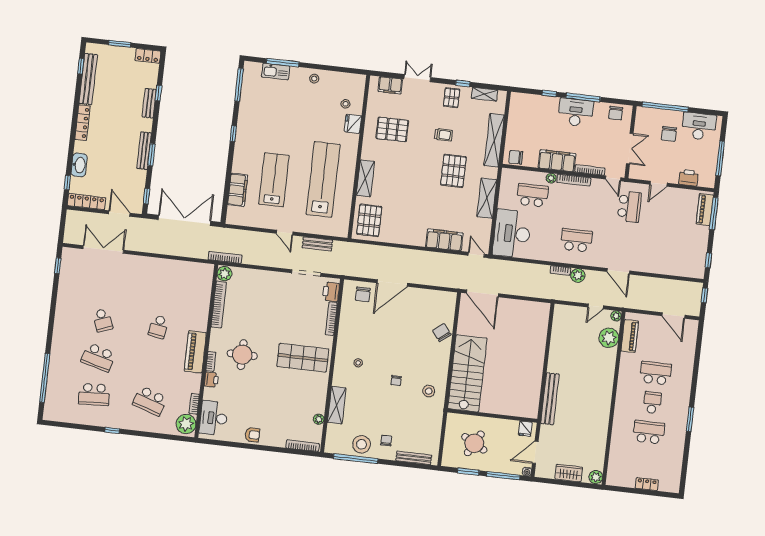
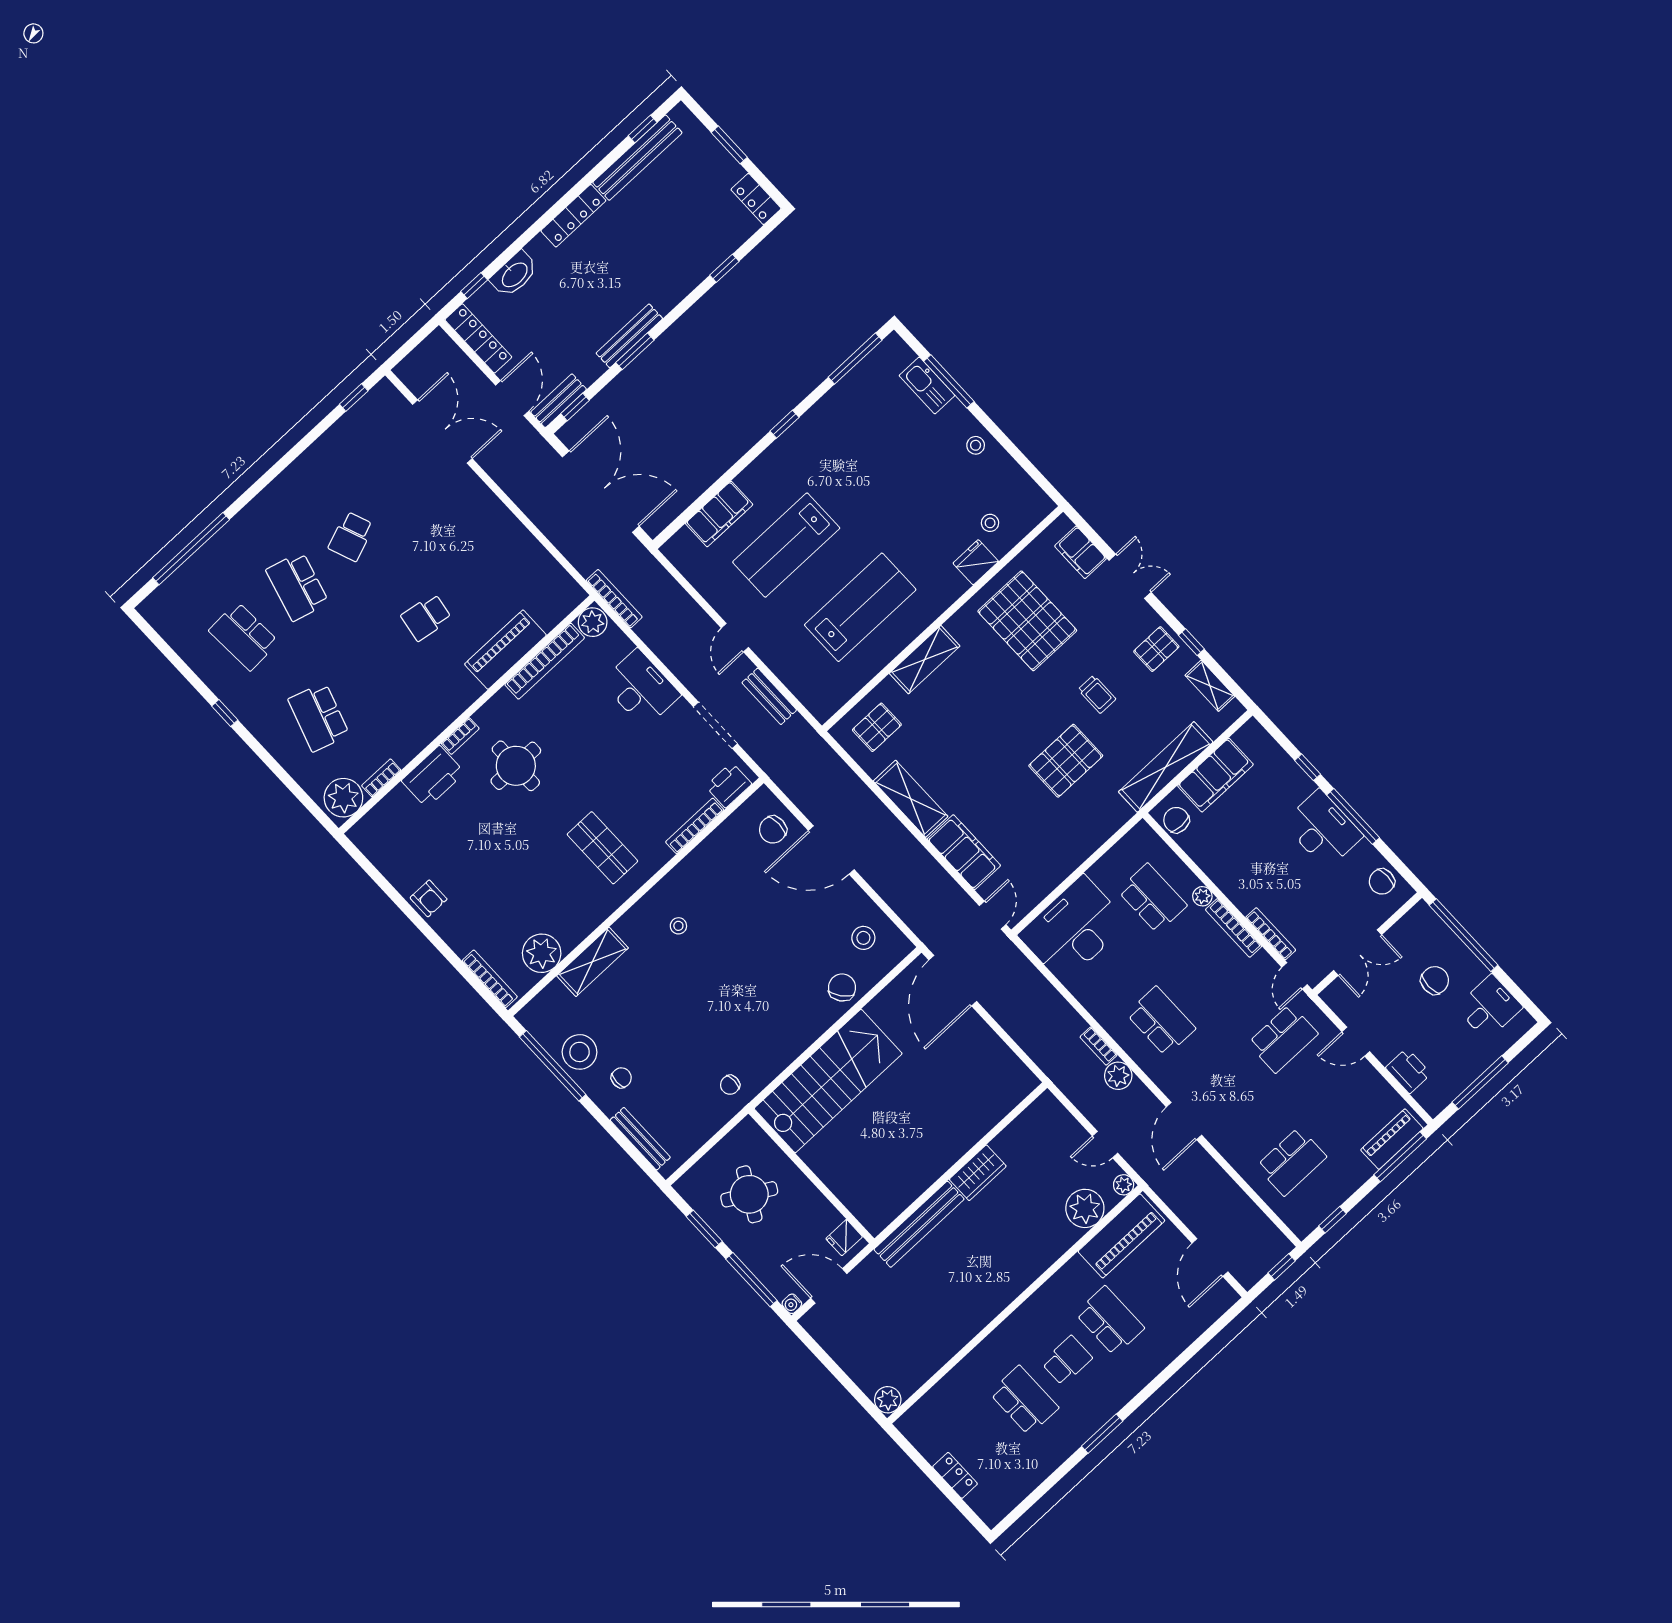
bench: (149, 103) -> (559, 401), moved
desk: (699, 126) -> (1489, 1007), width x0.73
pallet: (392, 129) -> (1027, 621), width x1.37, depth x1.41
chair: (669, 134) -> (1435, 980), turned 180
filing cabinet: (557, 161) -> (1215, 775), moved, turned 90
lab bench: (323, 179) -> (860, 607), width x0.73
lab bench: (274, 180) -> (786, 545), turned 180
shelving: (487, 198) -> (911, 799), moved, turned 90
pallet: (369, 220) -> (877, 727), width x0.67, depth x0.71
school desk: (673, 251) -> (1291, 1162), added
piano: (630, 336) -> (1121, 1236), width x1.37, depth x1.33
piano: (195, 352) -> (505, 650), moved
shop shelf: (303, 358) -> (602, 848), width x0.70, depth x0.74
printer: (211, 380) -> (433, 777), width x1.87, depth x1.48
chair: (396, 381) -> (730, 1085), moved
stool: (429, 391) -> (863, 938), moved
desk: (214, 418) -> (641, 688), moved, turned 90
plant: (319, 419) -> (542, 953), width x1.87, depth x1.87
wardrobe: (569, 473) -> (978, 1173), moved, turned 90

